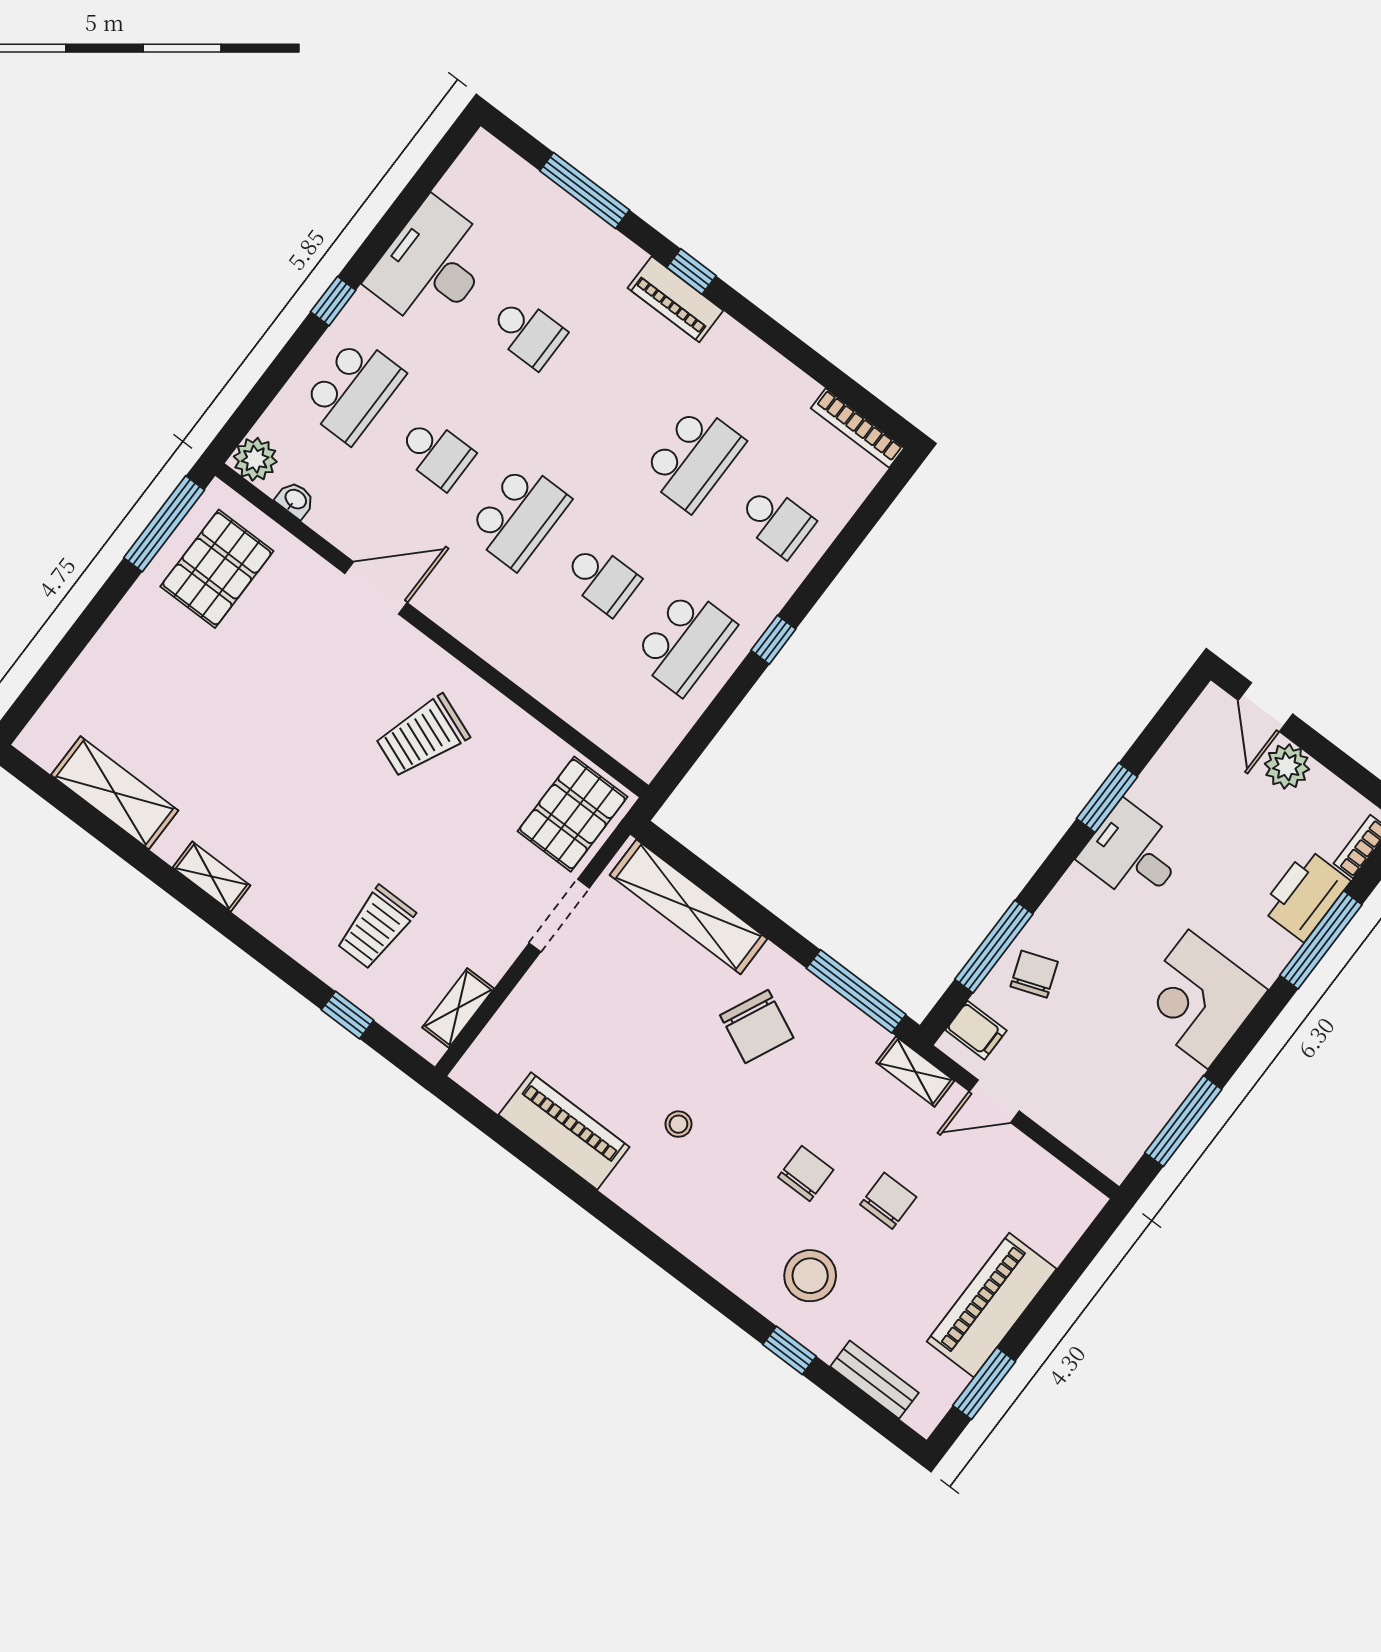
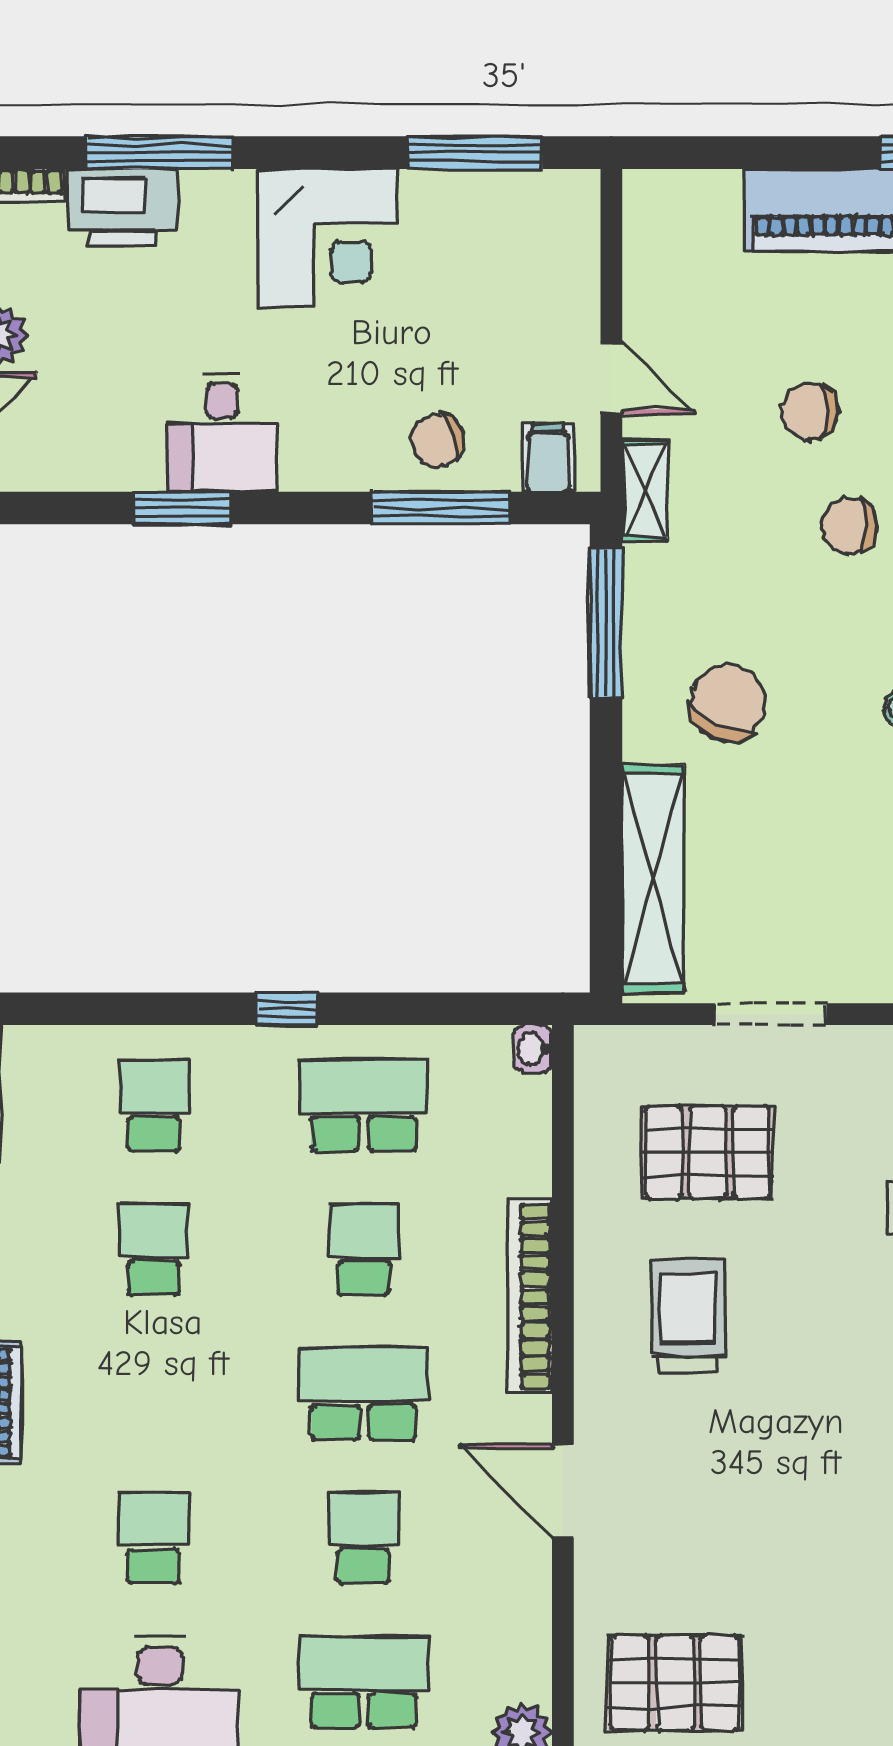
school desk: (693, 458) -> (154, 1250), width x0.54
washbasin: (295, 500) -> (533, 1049), moved
bookcase: (502, 654) -> (530, 1296), added
trolley: (422, 736) -> (688, 1316), turned -111
pallet: (572, 814) -> (707, 1152), moved

